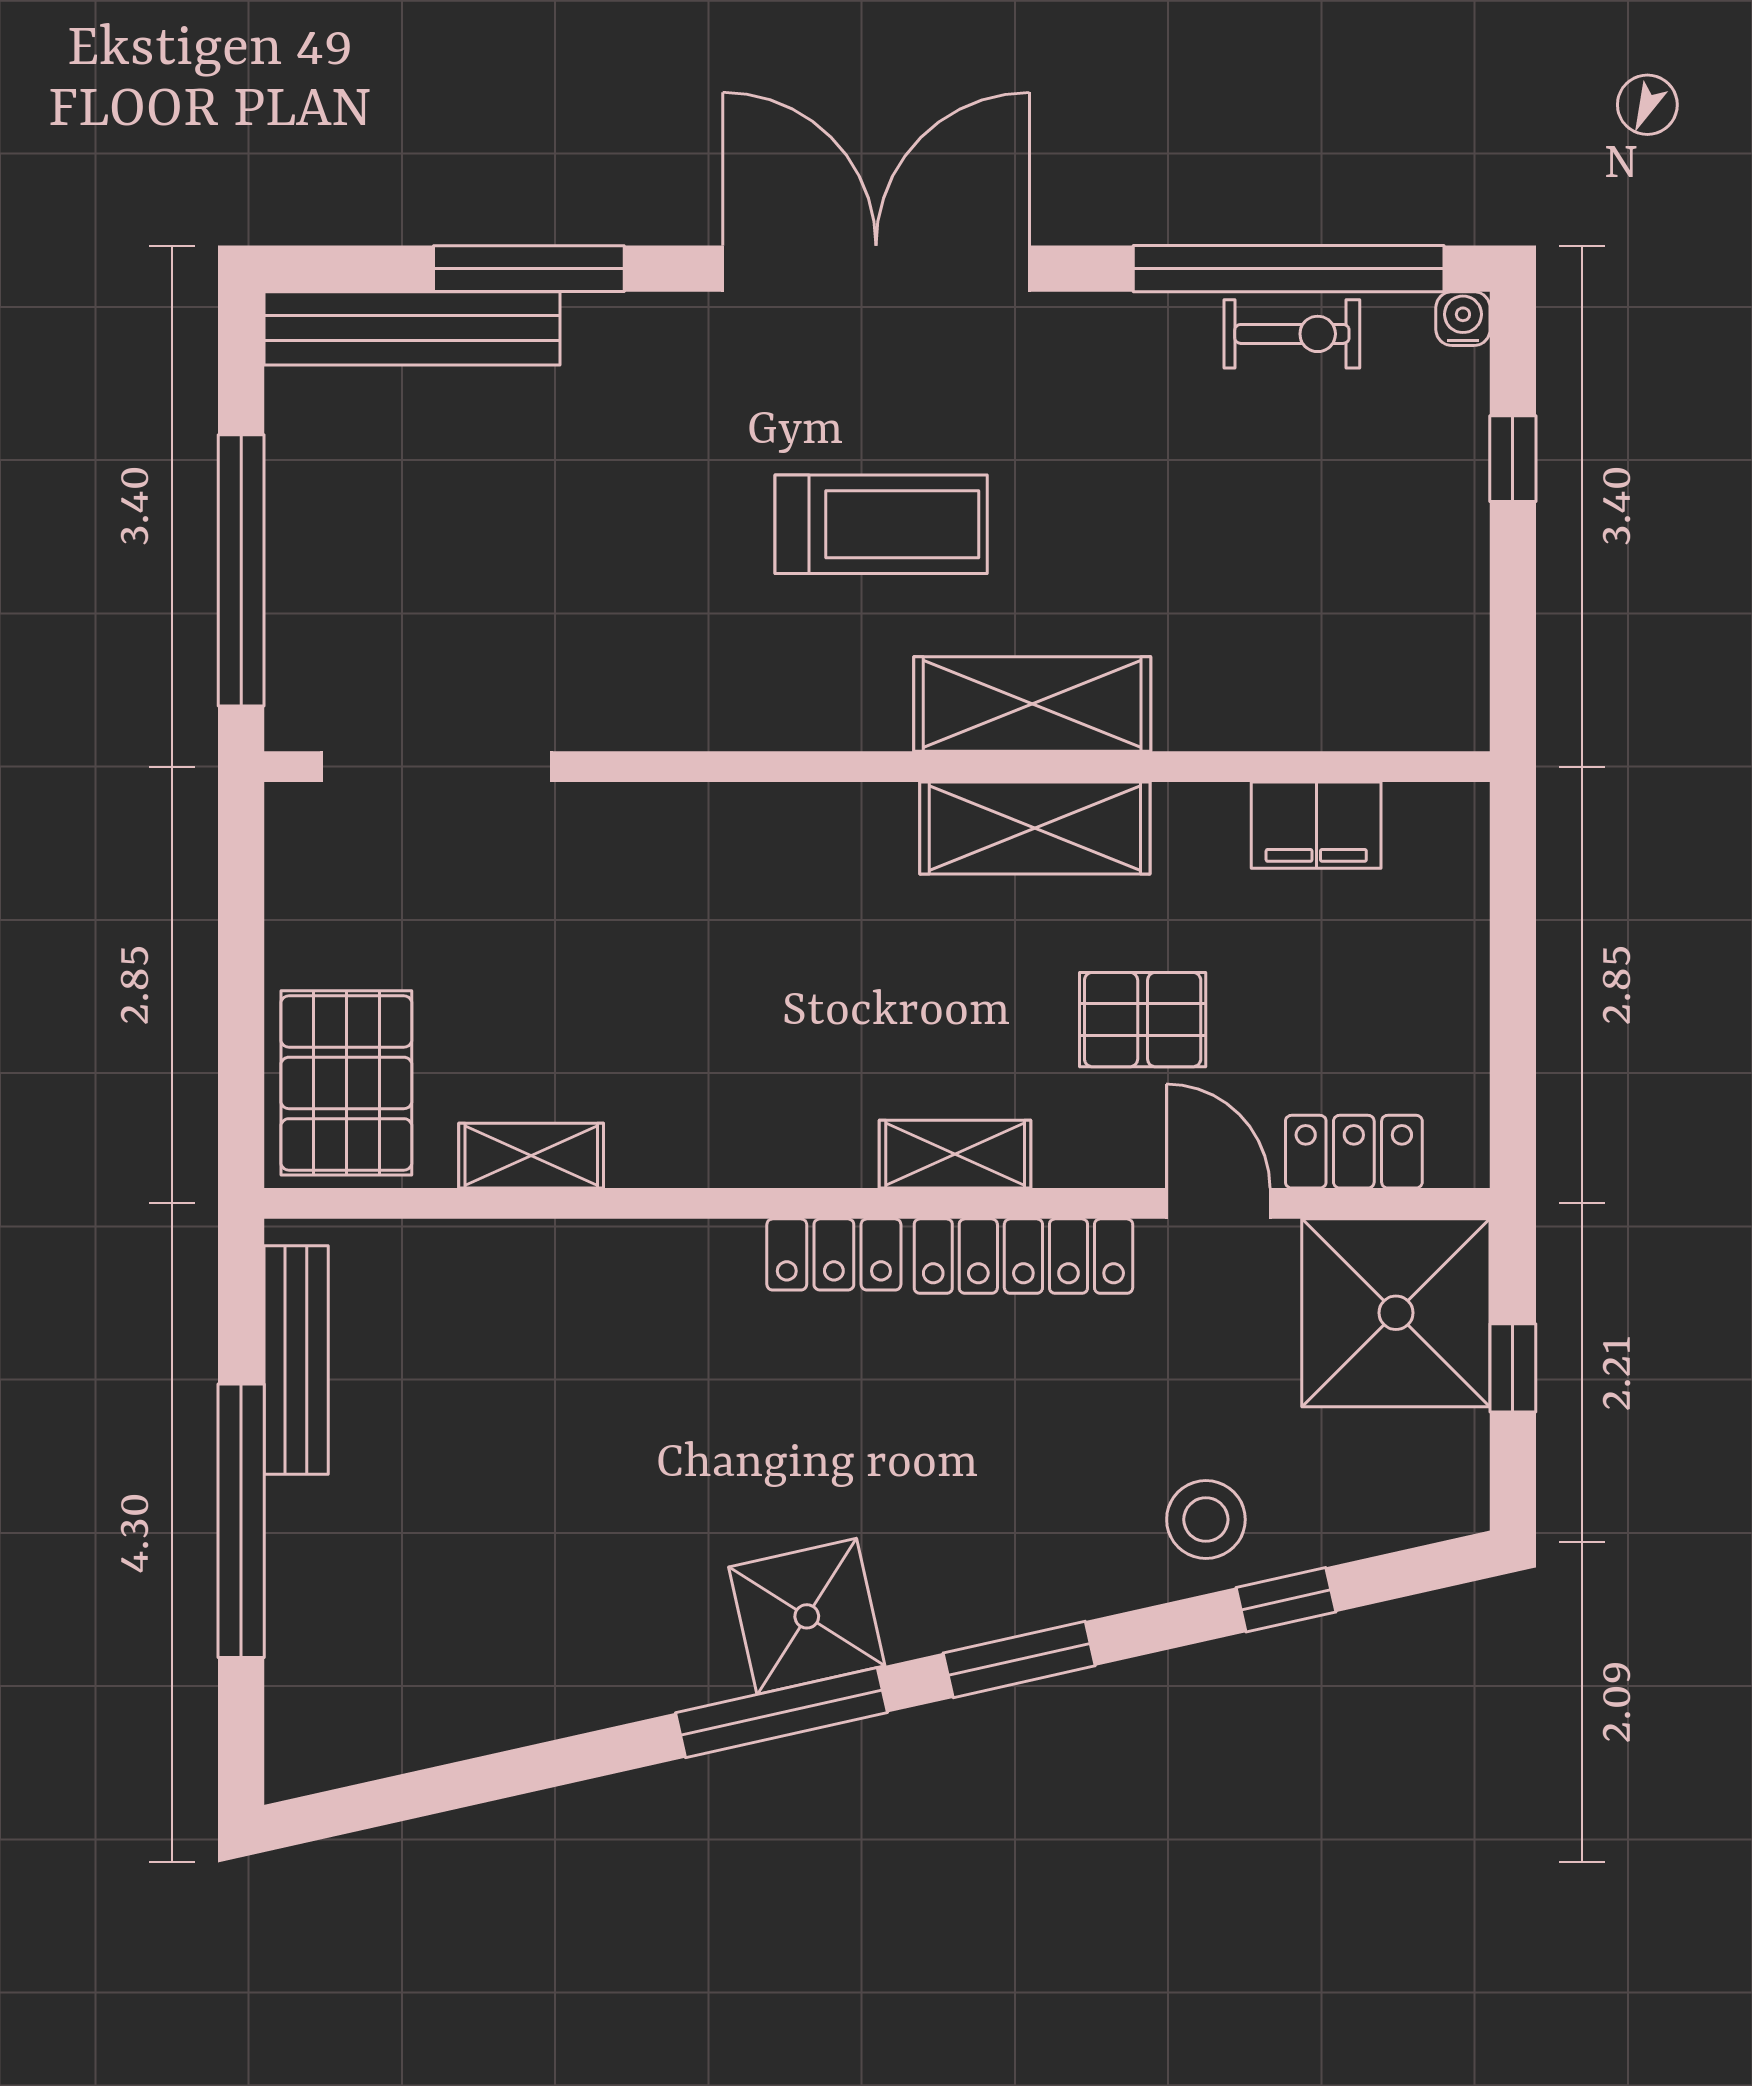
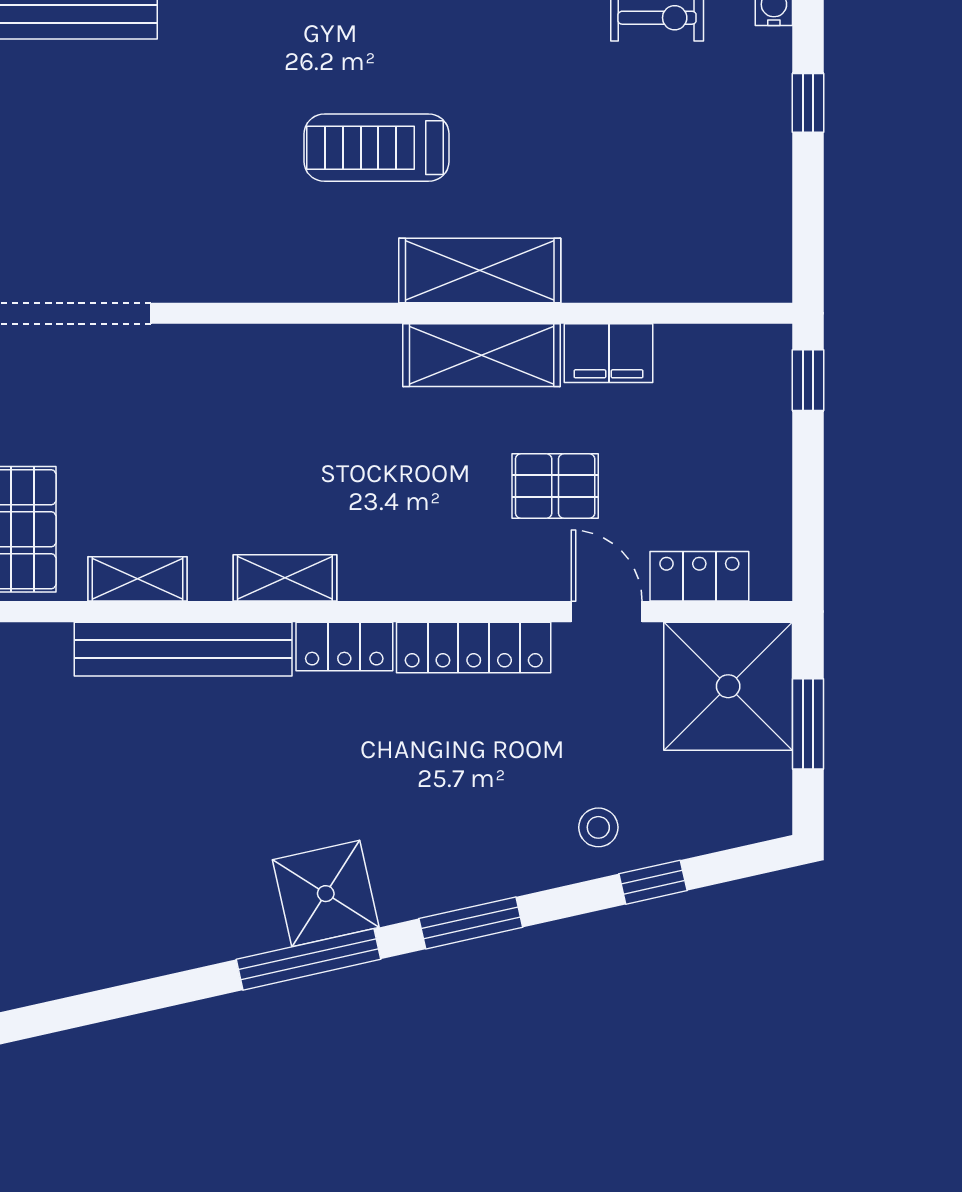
treadmill: (881, 524) -> (377, 148), turned 180
filing cabinet: (1316, 825) -> (609, 353), moved
window: (1513, 865) -> (808, 380), added
shelving: (955, 1154) -> (285, 578), moved
bench: (598, 1258) -> (183, 649), added
window: (1513, 1368) -> (808, 724), width x1.50
stool: (1206, 1520) -> (598, 827), width x0.73, depth x0.73

